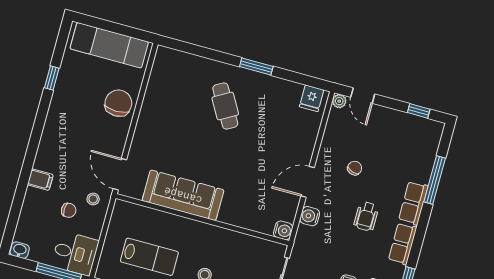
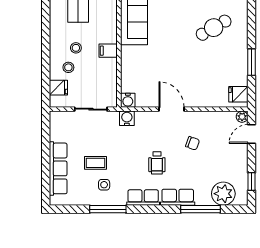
window: (256, 66) -> (252, 62), moved
plant: (424, 148) -> (223, 194), added
water cooler: (310, 216) -> (127, 118), moved
wheelchair: (366, 216) -> (157, 163), turned -90
filing cabinet: (218, 238) -> (108, 51), added

